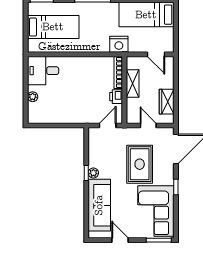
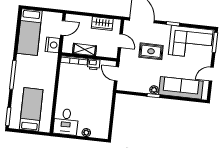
nightstand: (119, 44) -> (53, 45), moved
door: (148, 125) -> (120, 41), swing flipped
rug: (140, 164) -> (151, 51), width x0.73, depth x0.70

